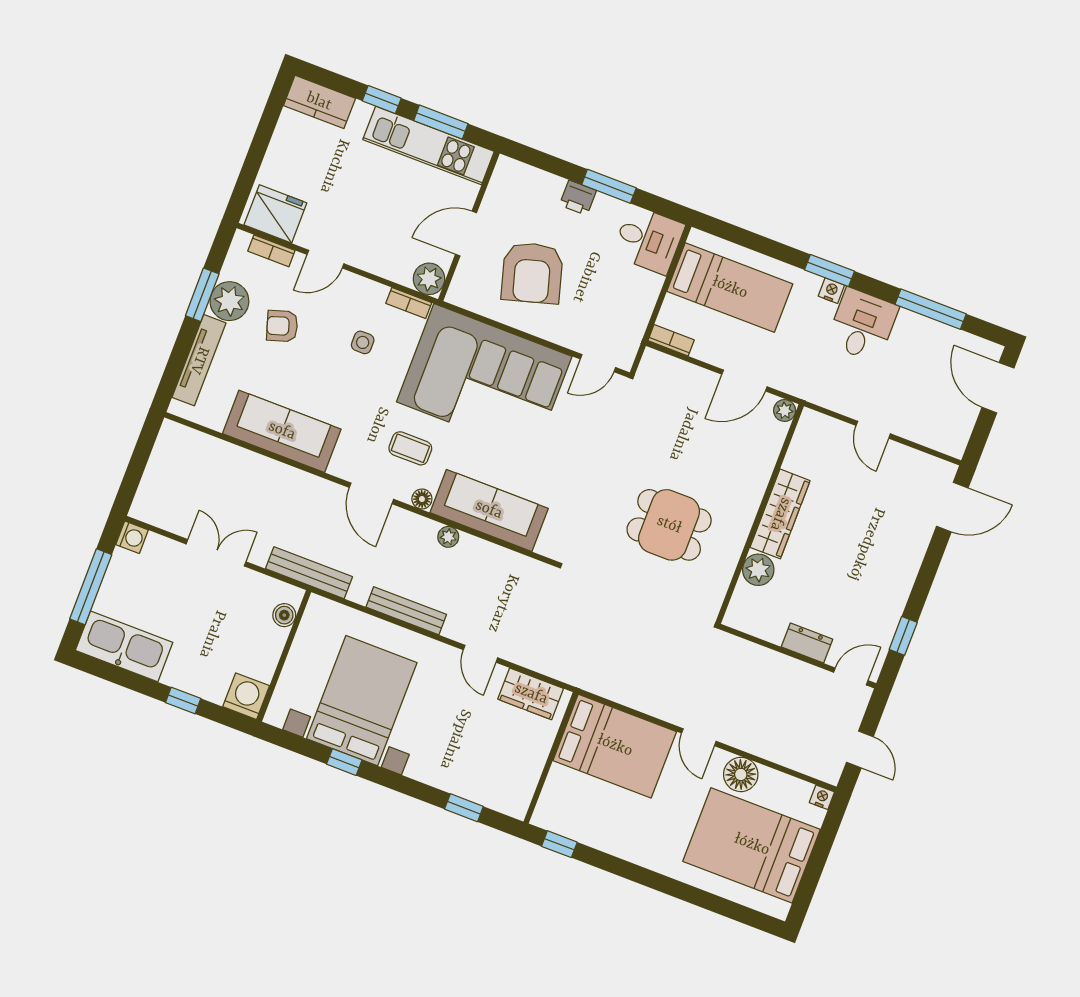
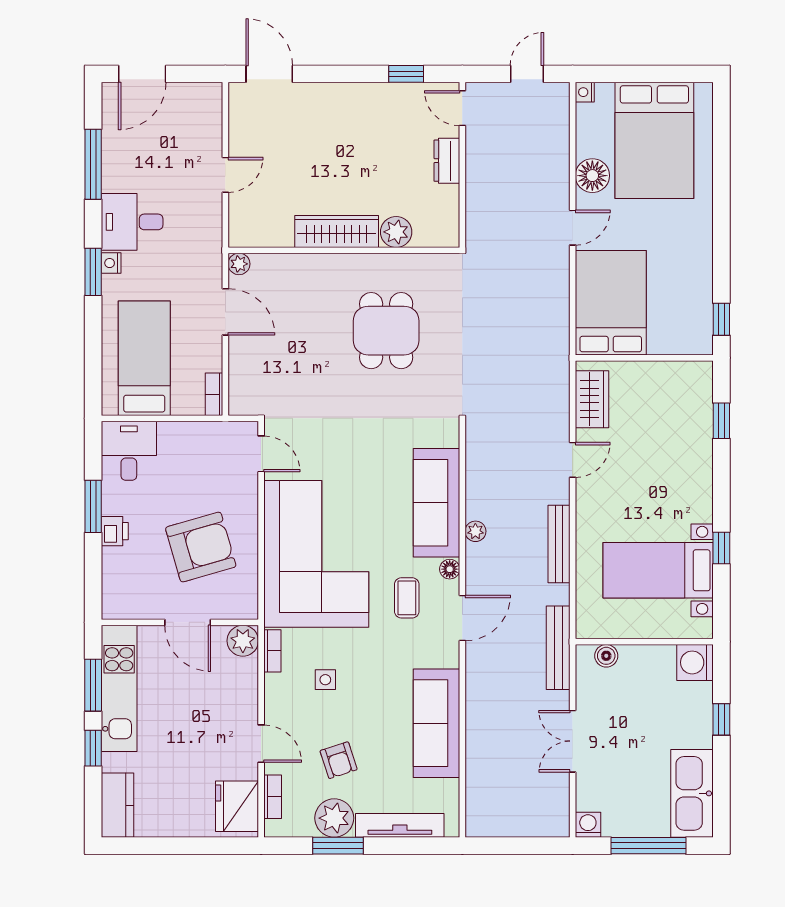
bed with nightstands: (362, 701) -> (658, 570), width x0.73

